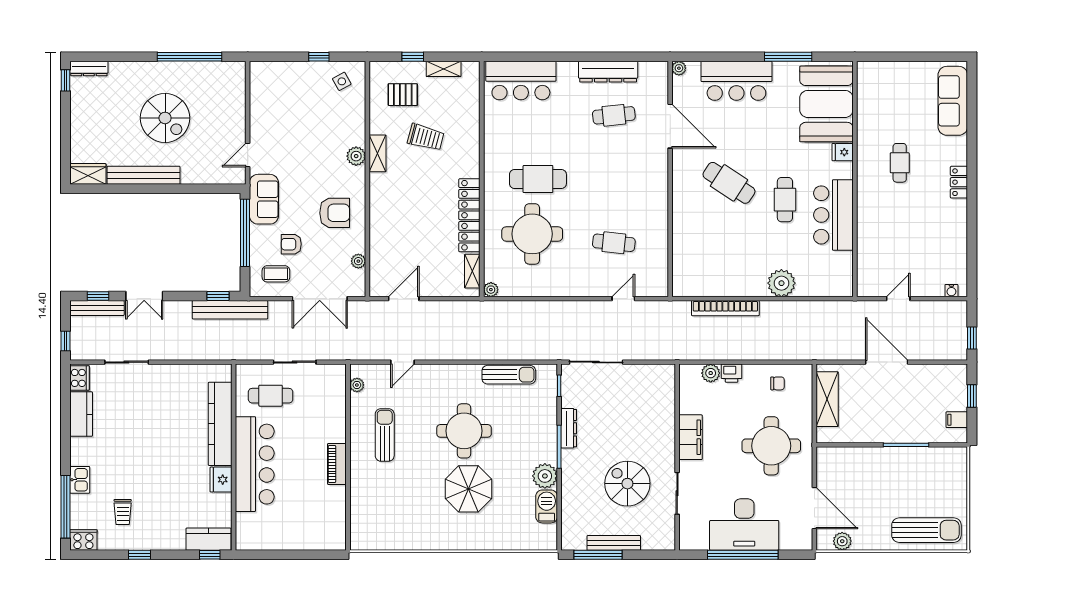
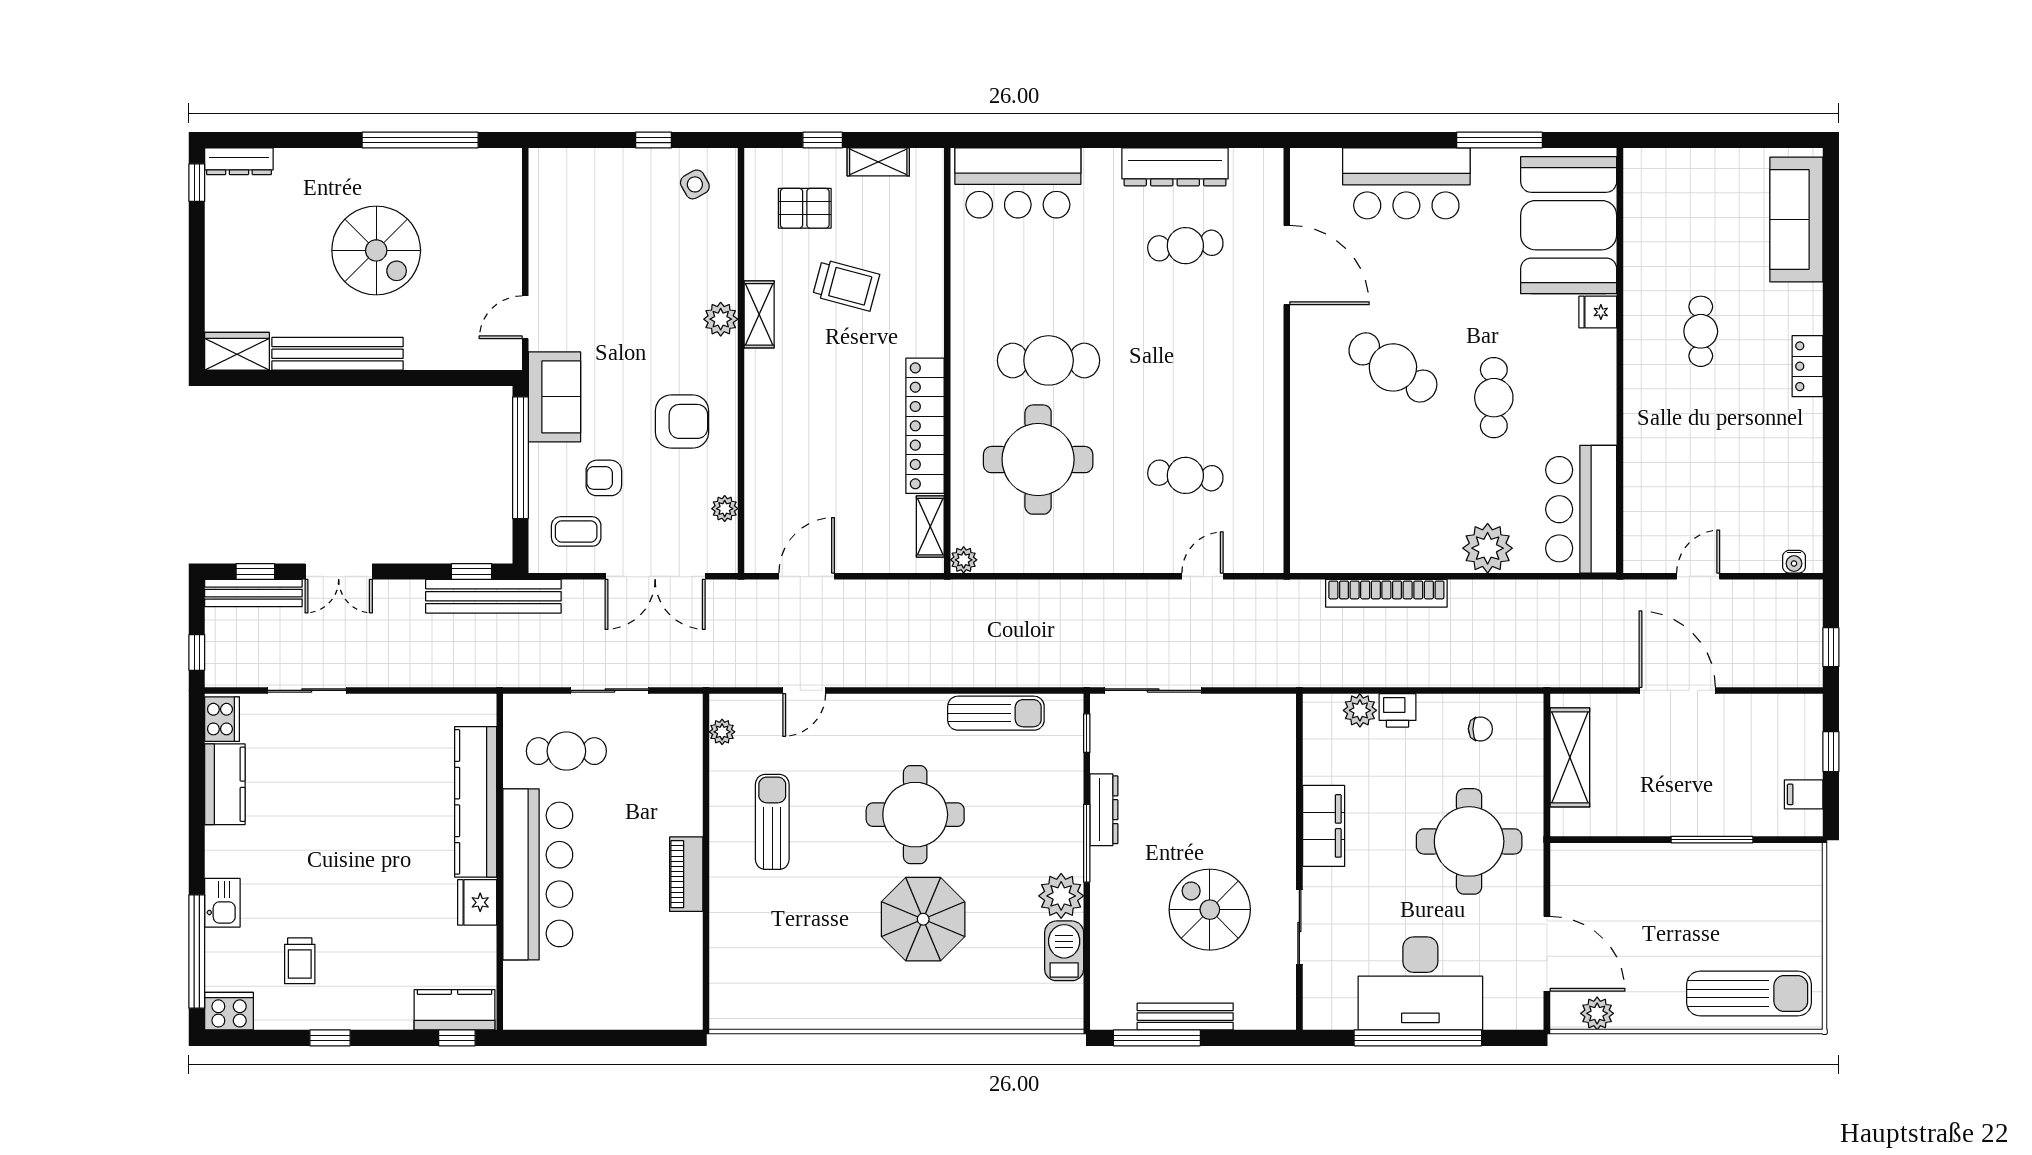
plant: (679, 68) -> (1303, 161), removed
bar counter: (833, 215) -> (1581, 509), moved

